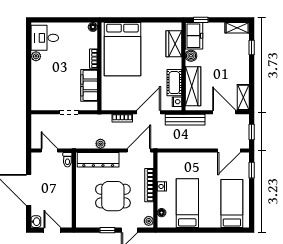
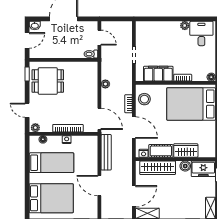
wardrobe: (174, 44) -> (186, 151), moved
stool: (117, 101) -> (144, 99), added
bench: (185, 120) -> (106, 152), moved
door: (49, 150) -> (99, 38), hinge flipped
door: (229, 150) -> (99, 186), moved
dresser: (98, 160) -> (91, 82), removed
dining table: (113, 196) -> (48, 81), moved, turned 90
bed: (232, 203) -> (51, 198), width x1.50
window: (107, 230) -> (27, 74), moved

